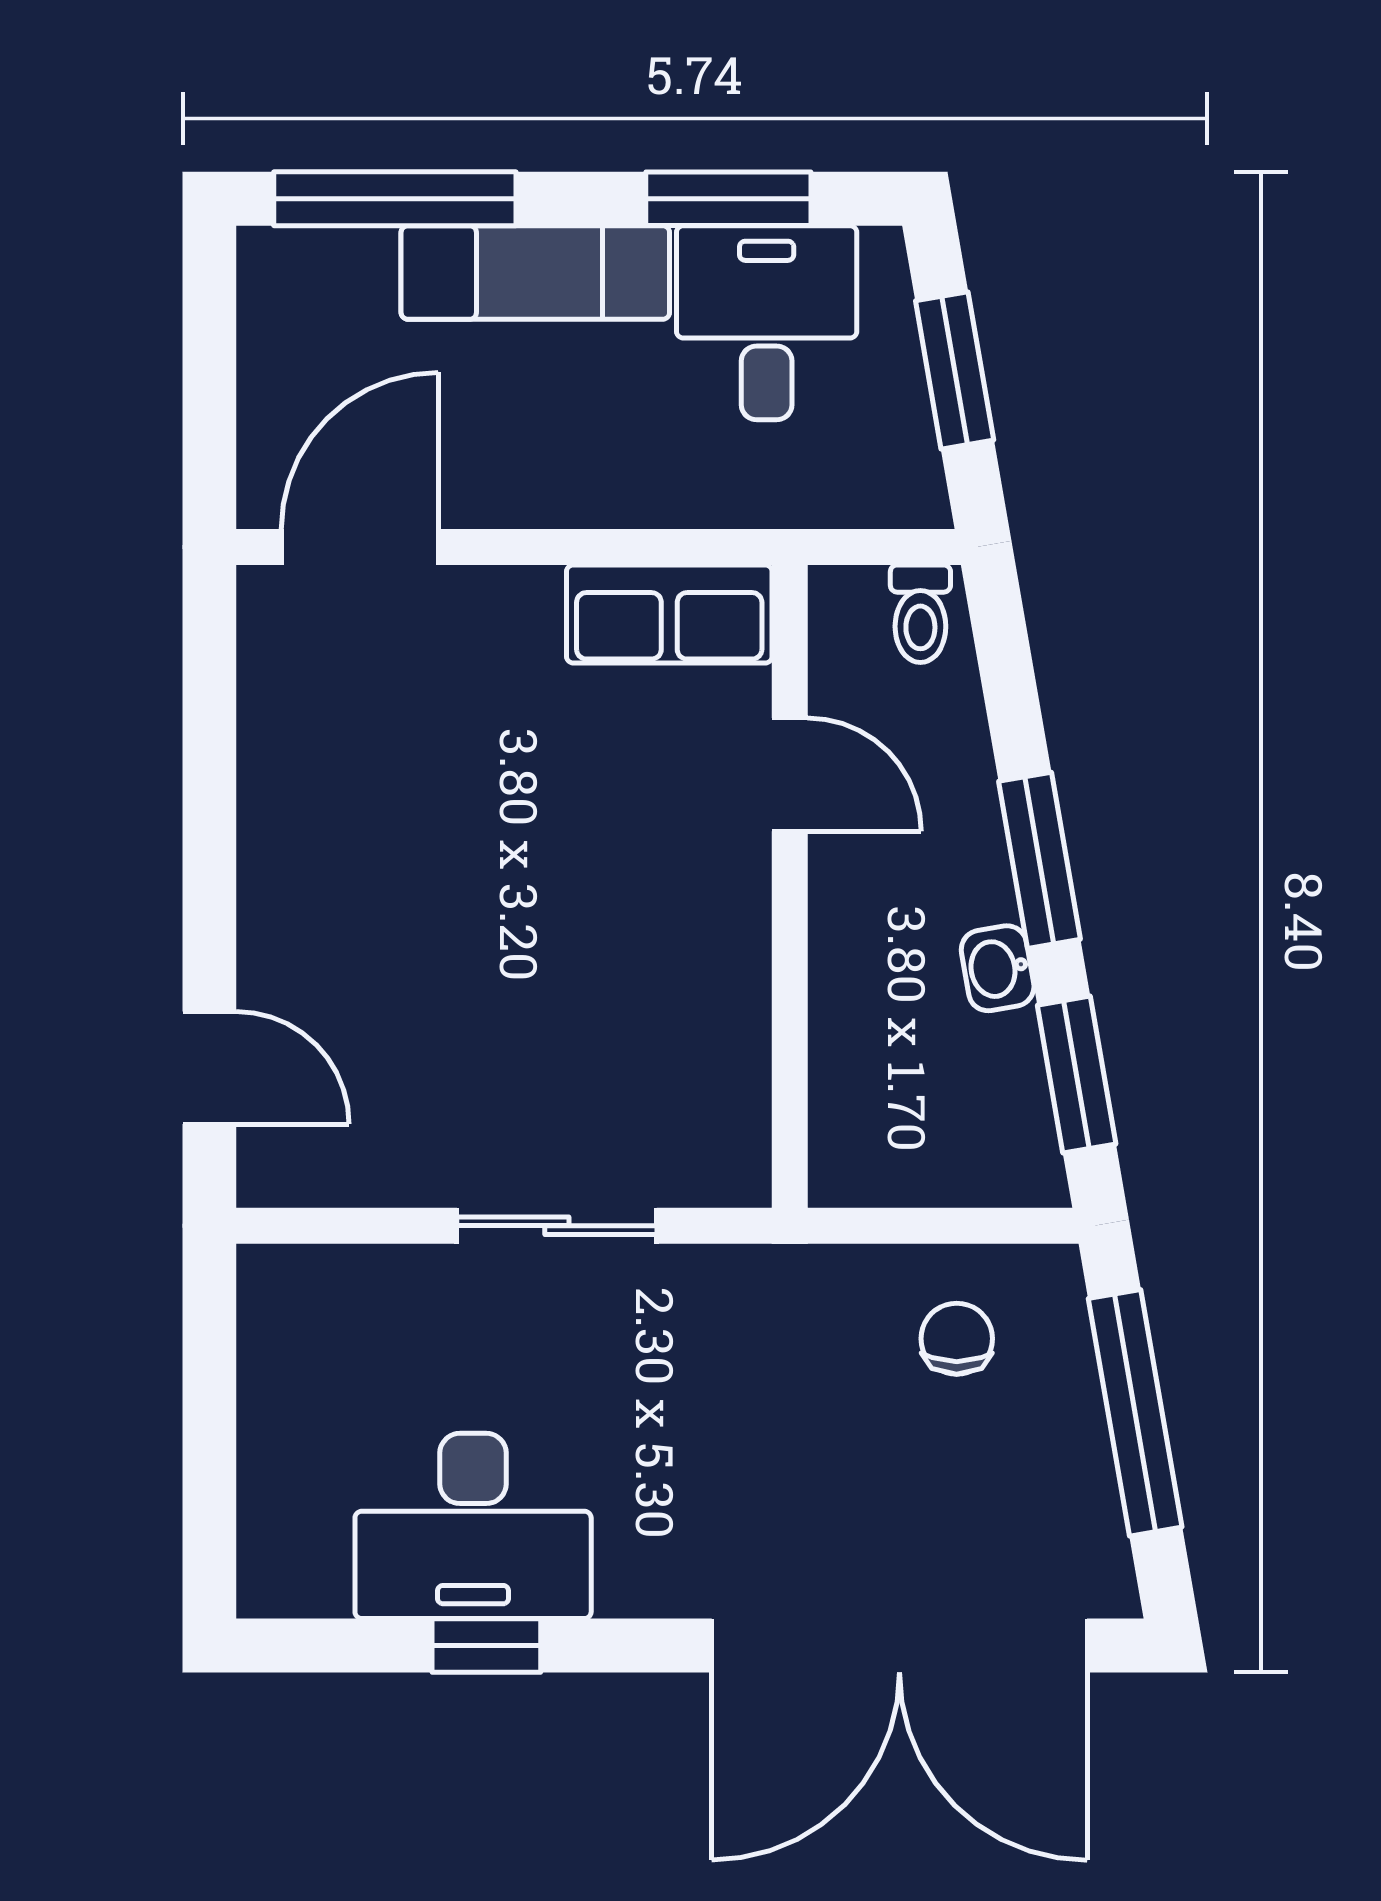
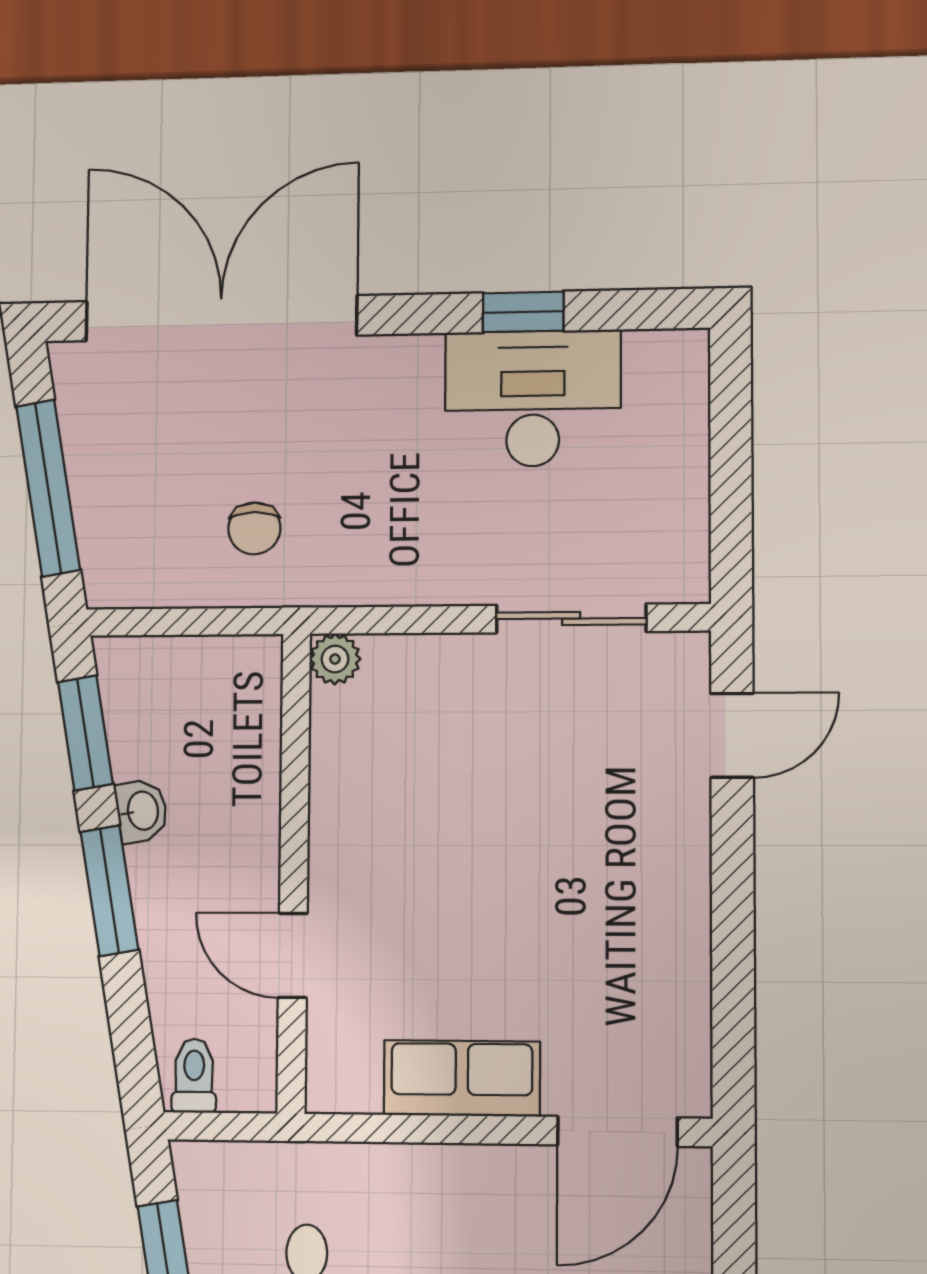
row of seats: (669, 614) -> (462, 1078), moved
door: (209, 1068) -> (732, 735), swing flipped
plant: (737, 1173) -> (335, 659), added
sliding door: (557, 1226) -> (571, 618), moved
chair: (957, 1339) -> (254, 528), moved

